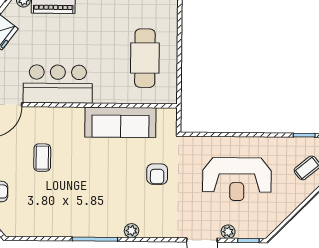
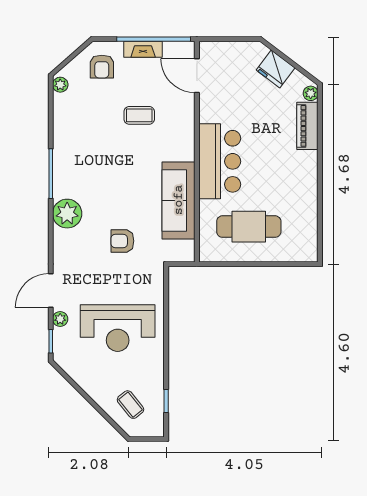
bar counter: (58, 84) -> (220, 161), moved
reception desk: (237, 179) -> (118, 328), turned -90
plant: (13, 230) -> (60, 85), added
plant: (132, 231) -> (67, 214), width x1.87, depth x1.87

